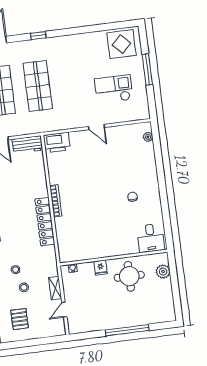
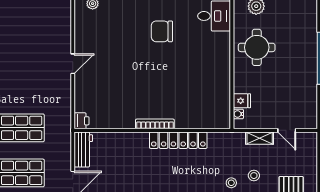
checkout: (114, 89) -> (30, 37), removed
printer: (57, 142) -> (82, 121), width x0.53, depth x0.68
chair: (133, 197) -> (162, 31), width x1.87, depth x1.87
fridge: (100, 268) -> (242, 101), moved

